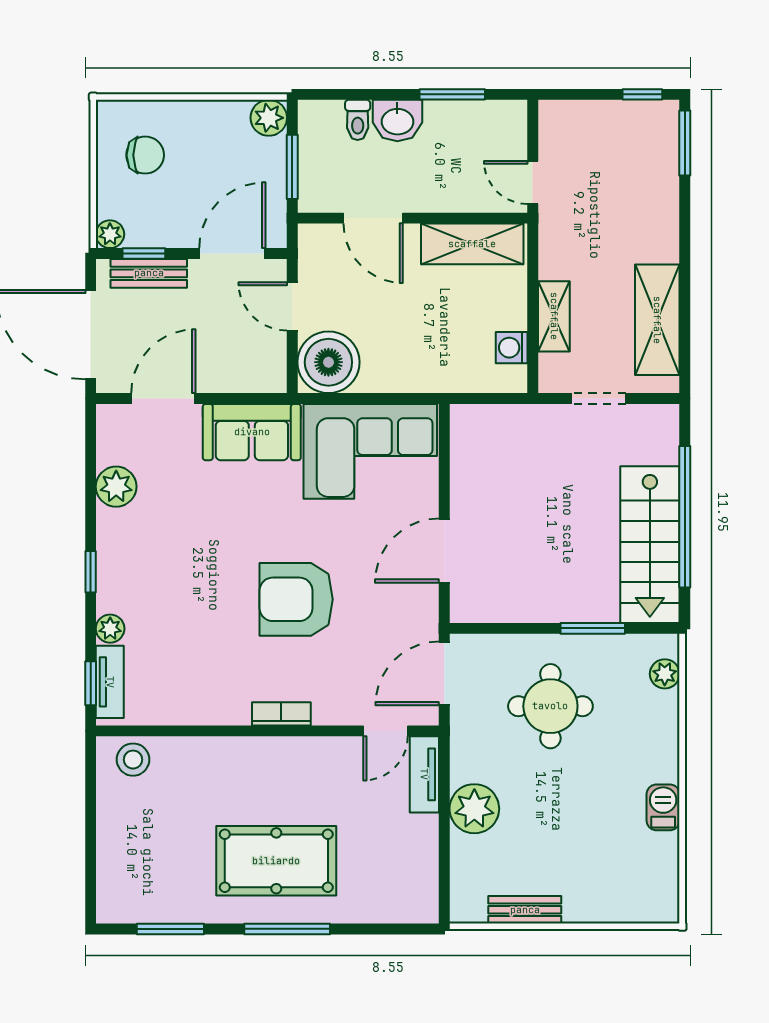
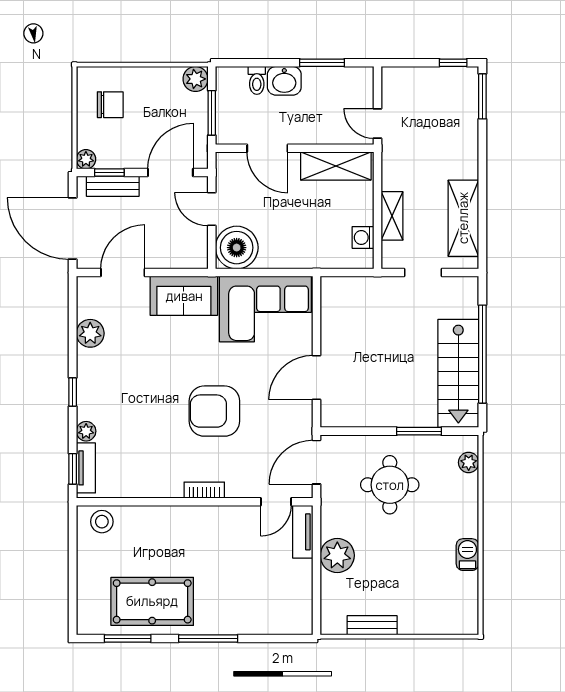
pool table: (276, 861) -> (152, 601), moved

